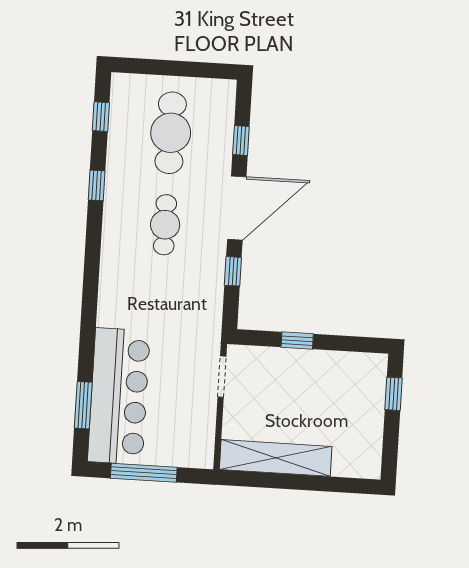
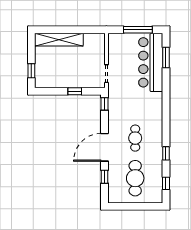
window: (233, 271) -> (104, 104), moved
shelving: (276, 458) -> (59, 40), moved

